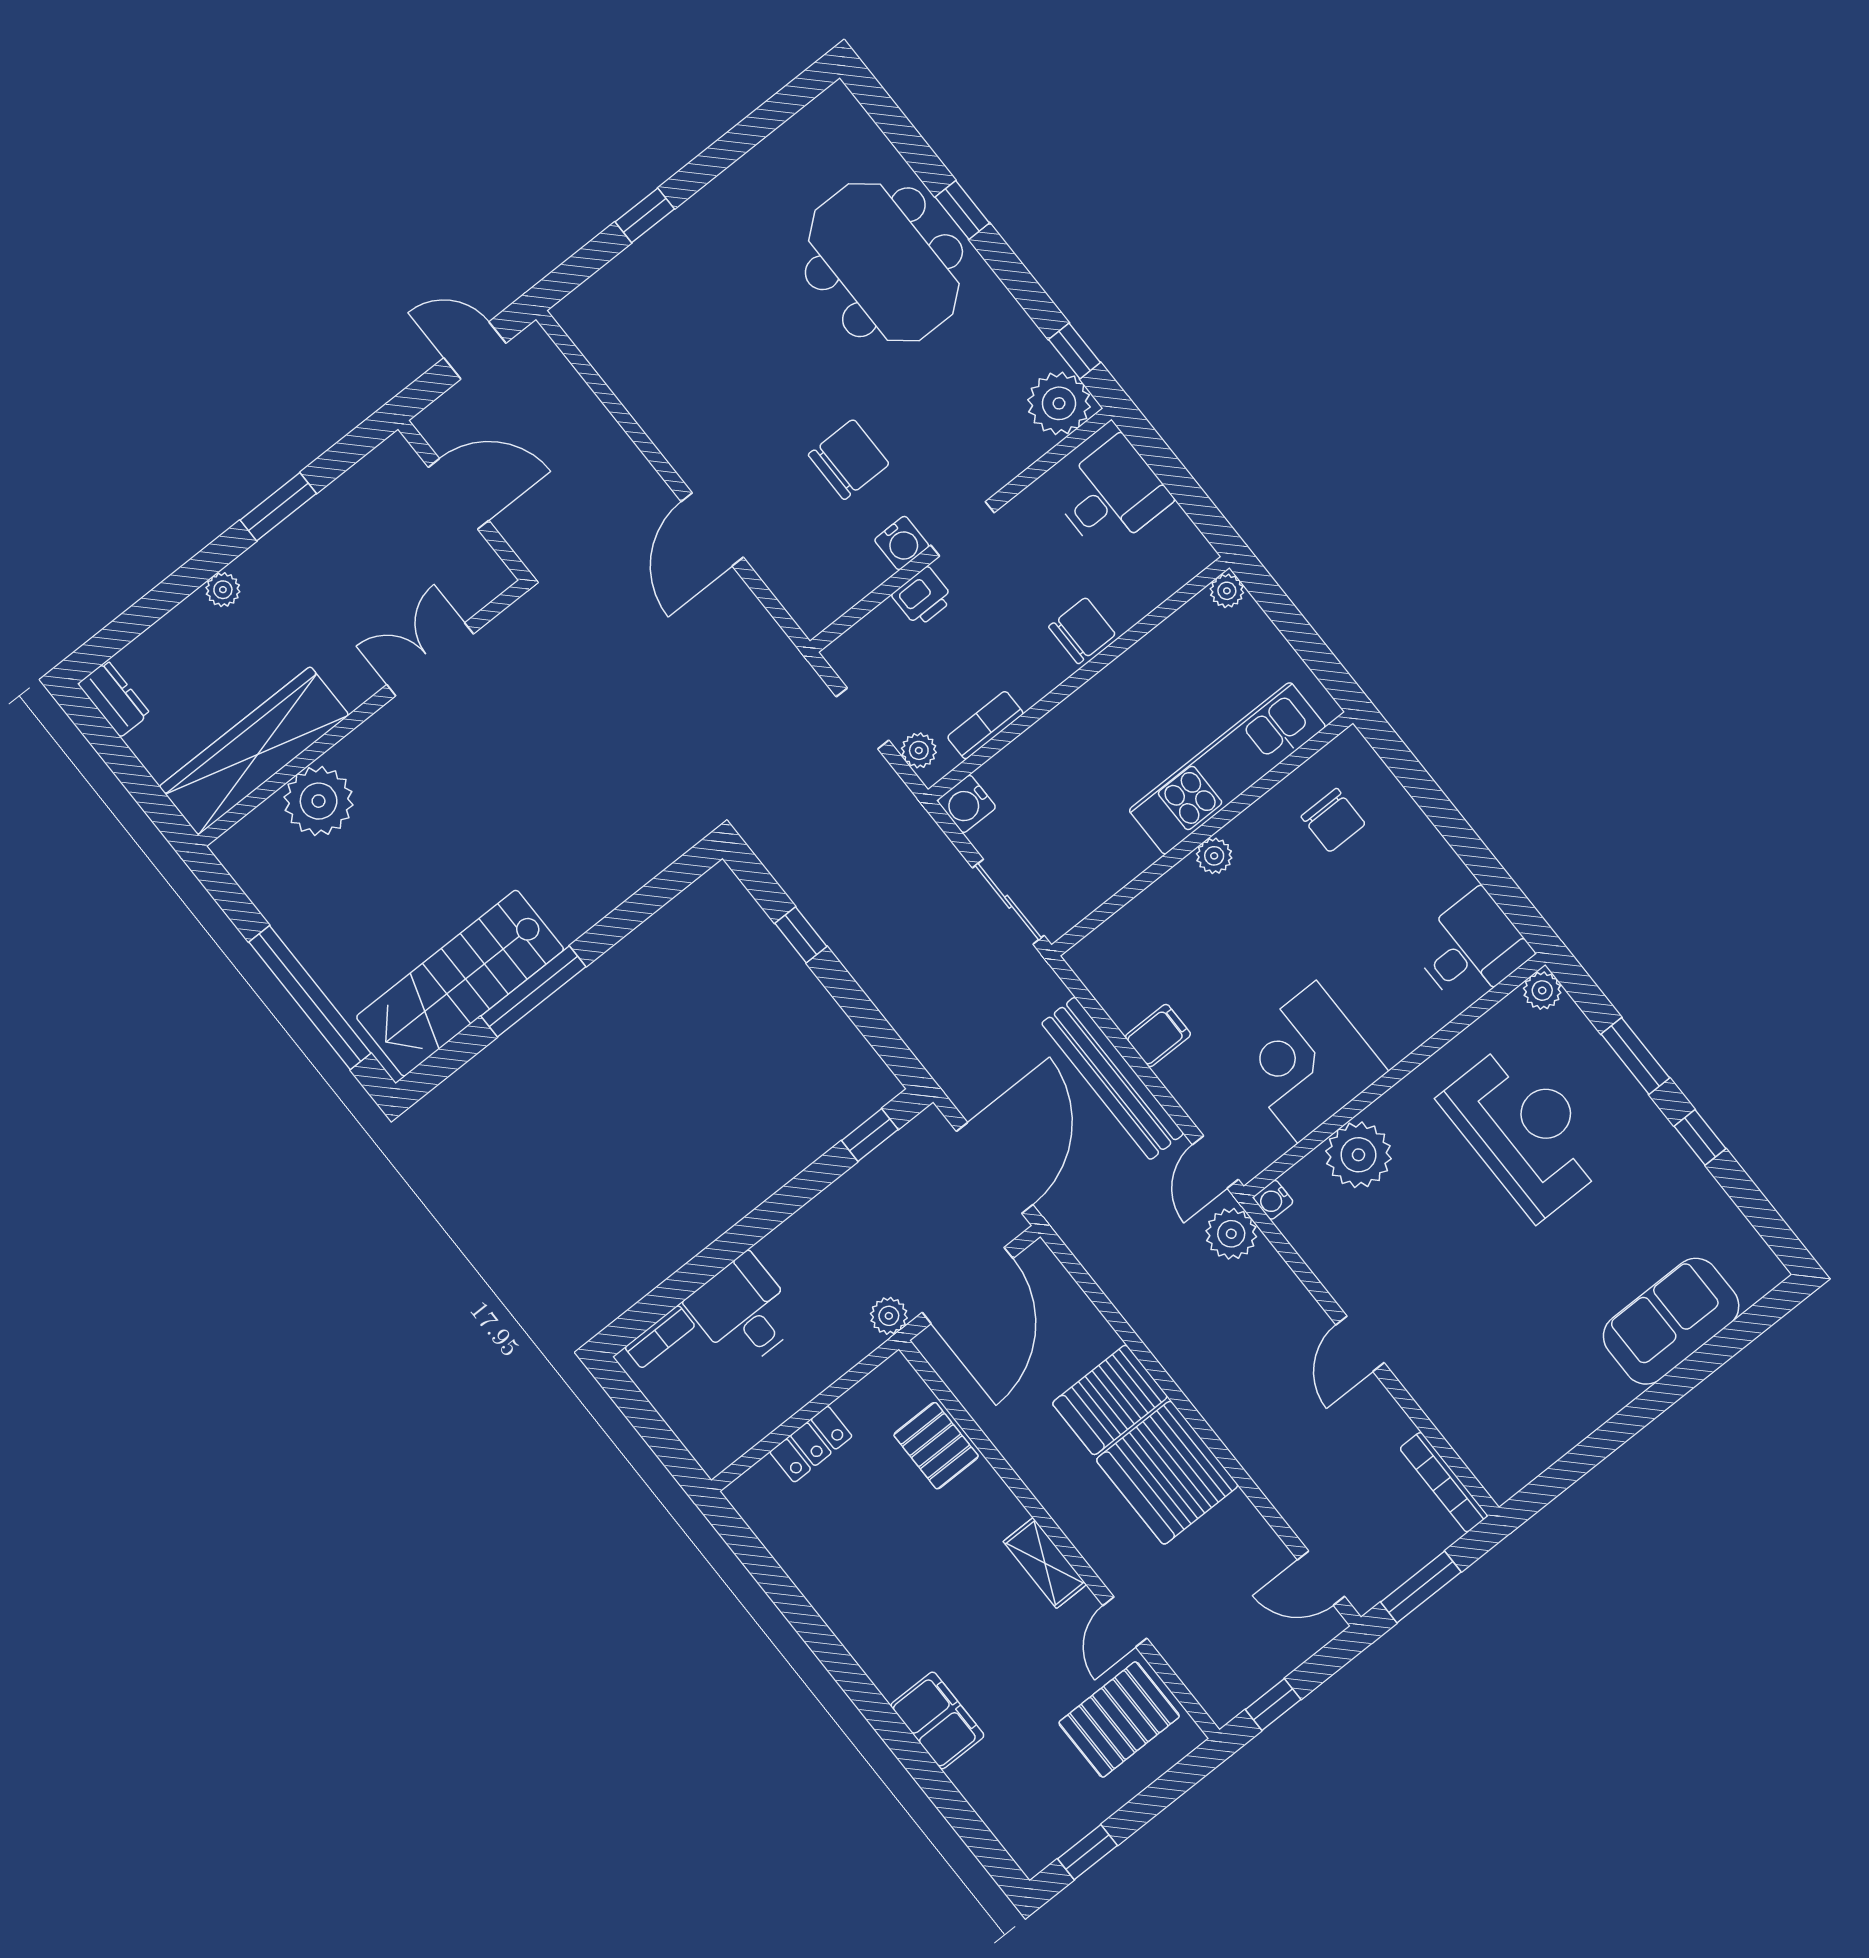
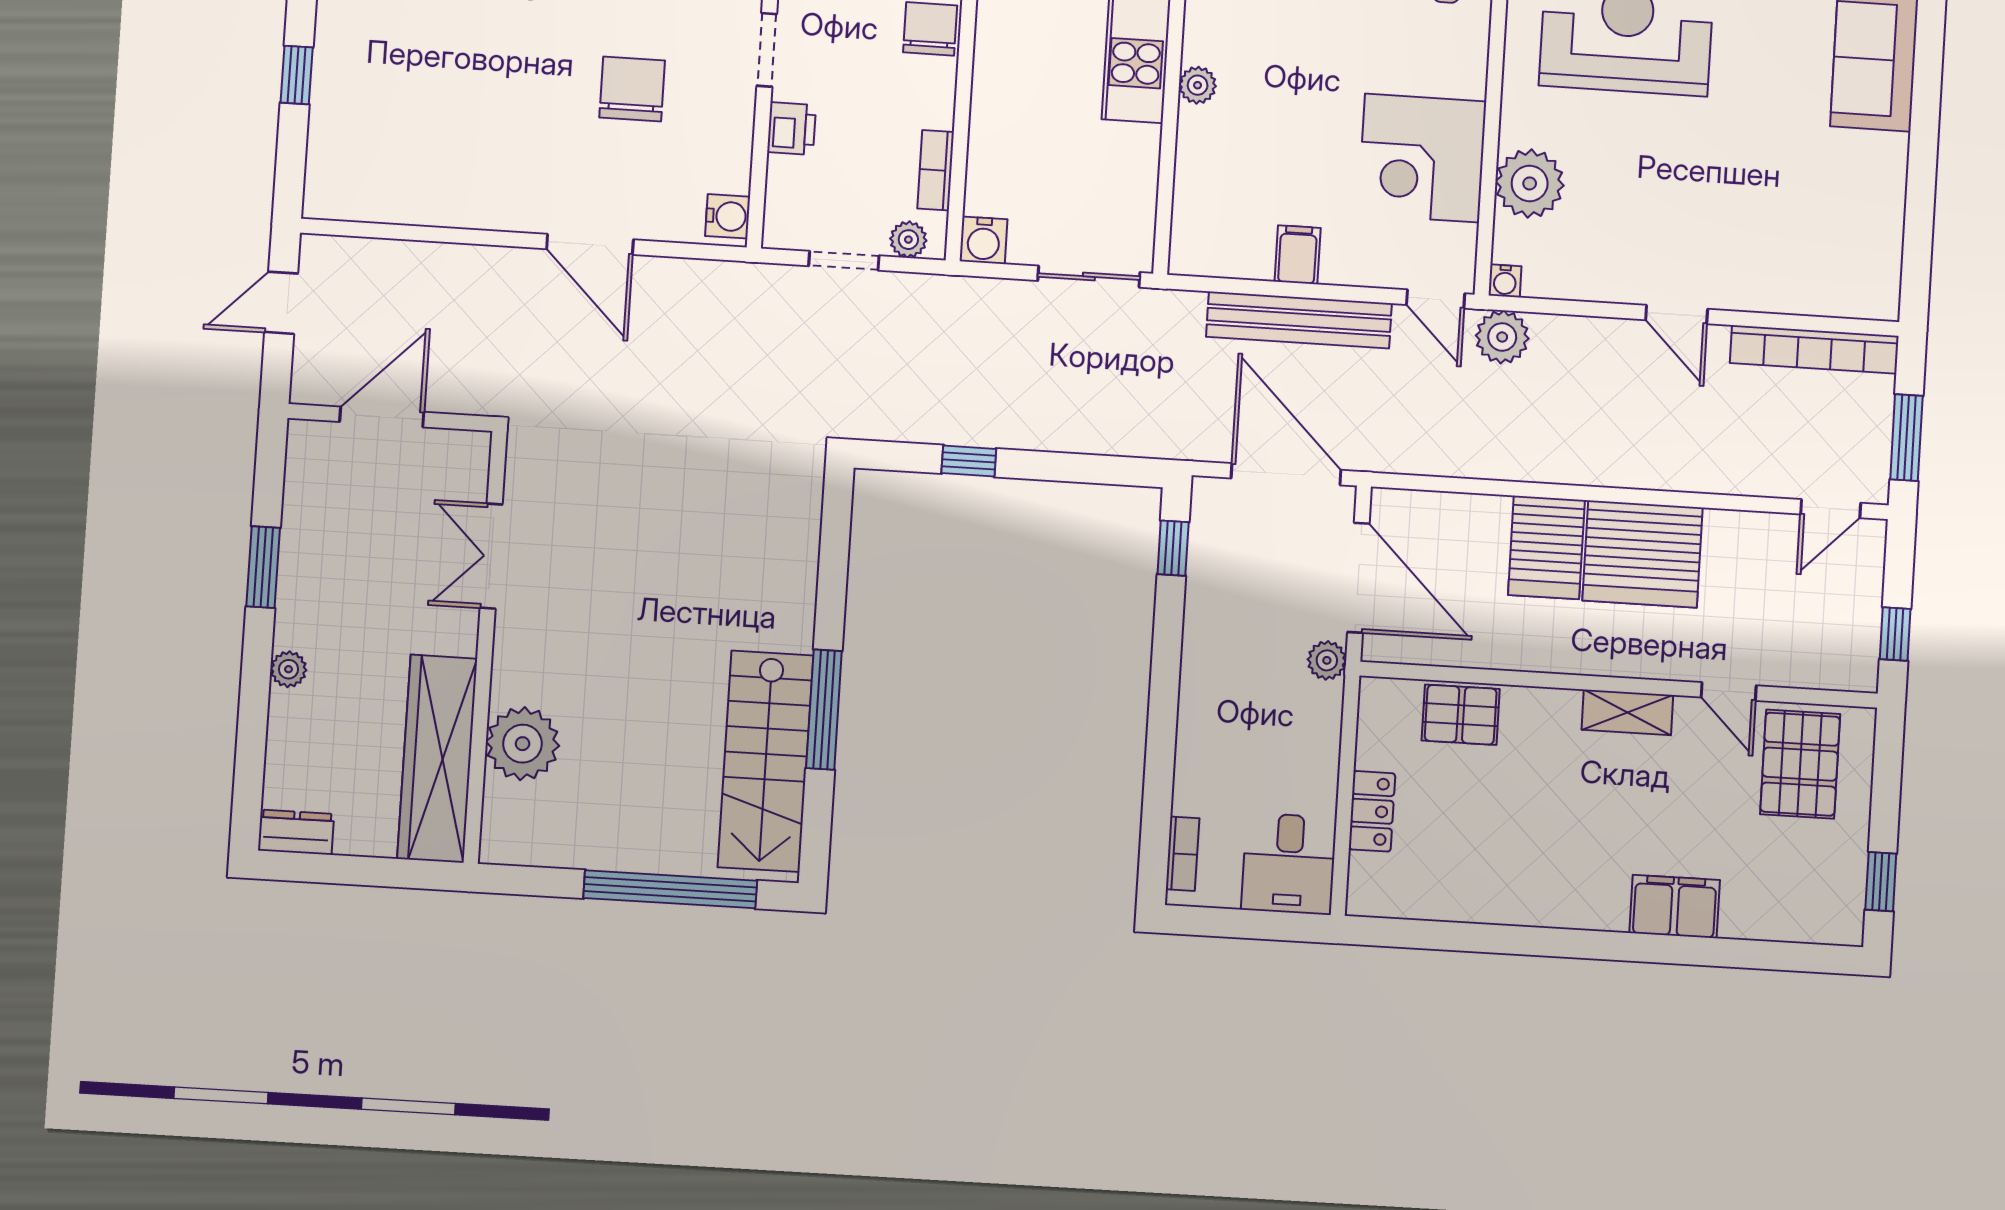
water cooler: (902, 543) -> (728, 216), moved
desk: (744, 1312) -> (1289, 864), moved, turned -90
bookcase: (1444, 1482) -> (1814, 349), width x1.48, depth x1.31

